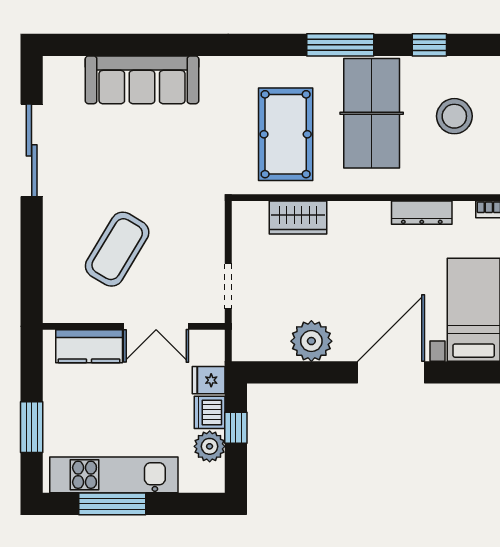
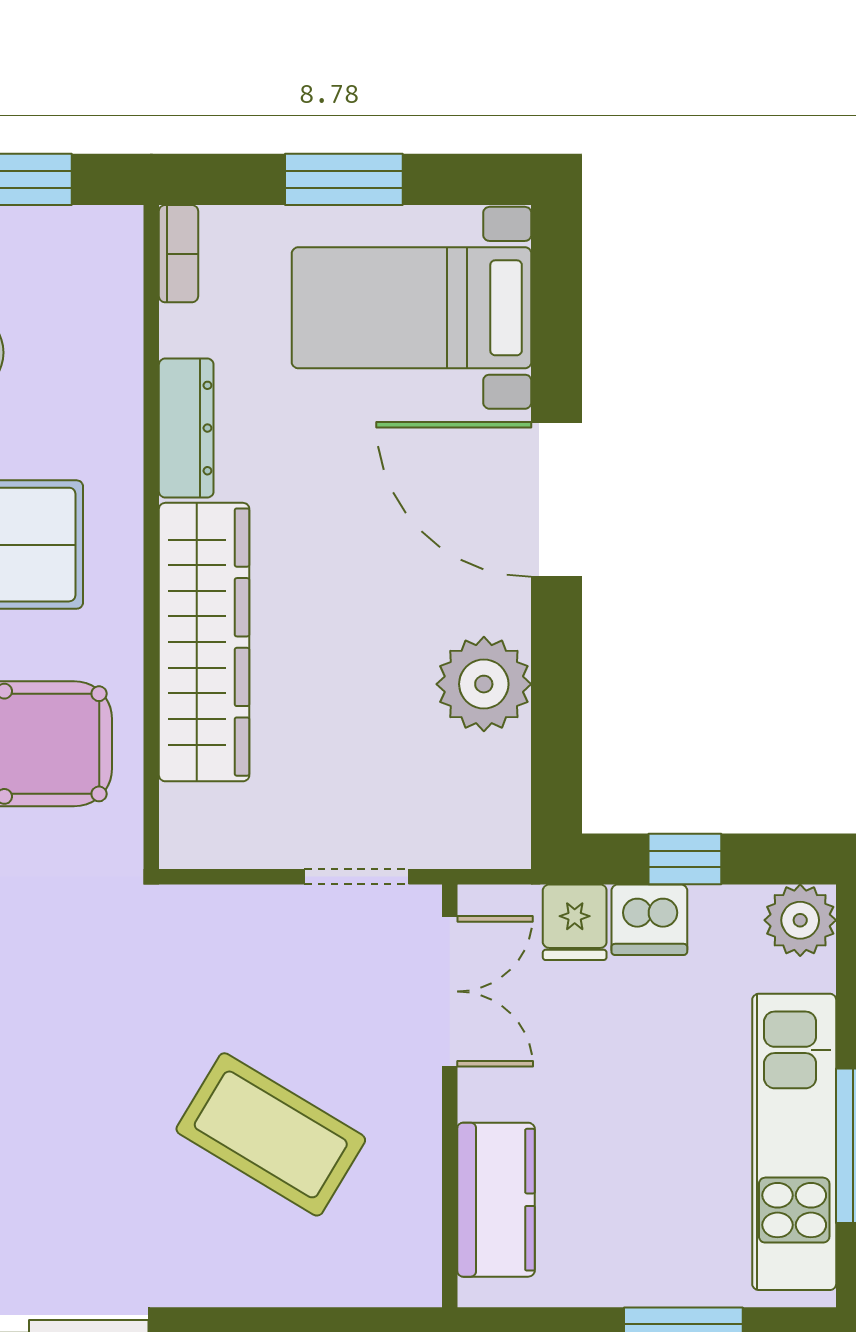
wardrobe: (298, 218) -> (204, 642), width x2.10, depth x1.17
double door: (156, 326) -> (450, 991), moved
plant: (210, 446) -> (800, 920), moved

